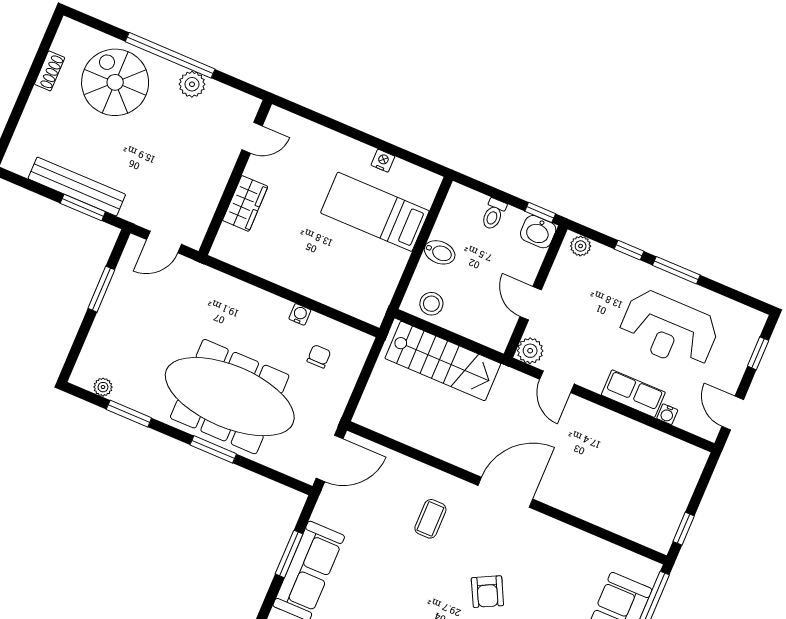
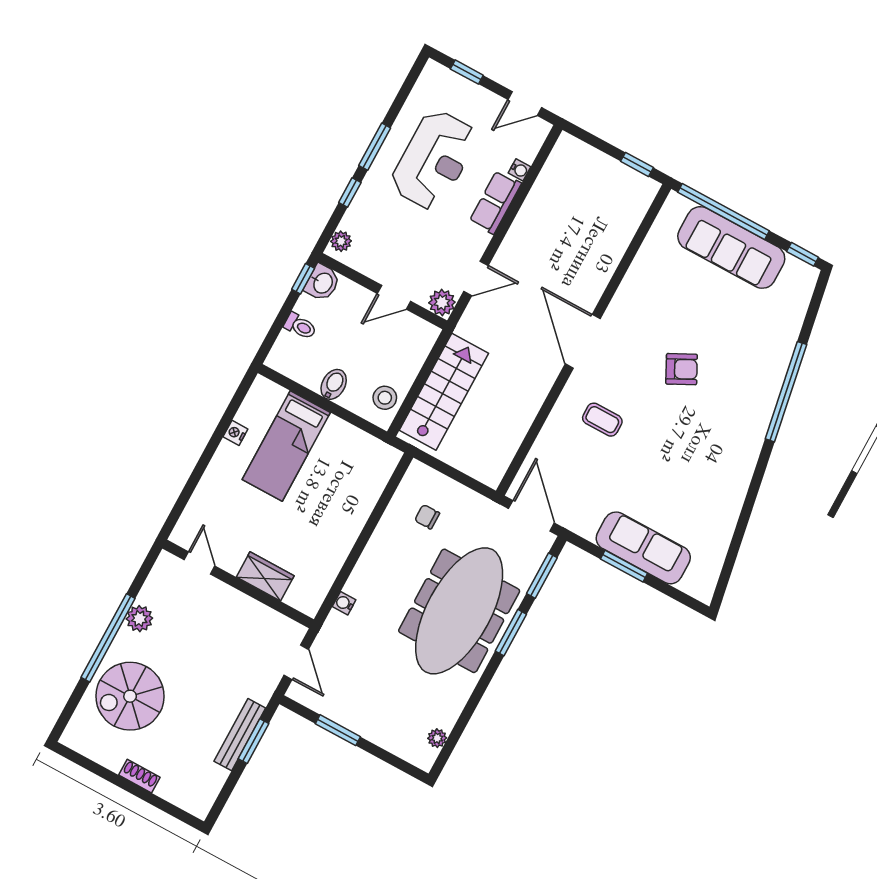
shoe rack: (50, 71) -> (139, 776), moved
bench: (77, 187) -> (240, 735), width x0.73, depth x0.82
water cooler: (300, 314) -> (344, 603), moved
window: (129, 414) -> (542, 576), moved

